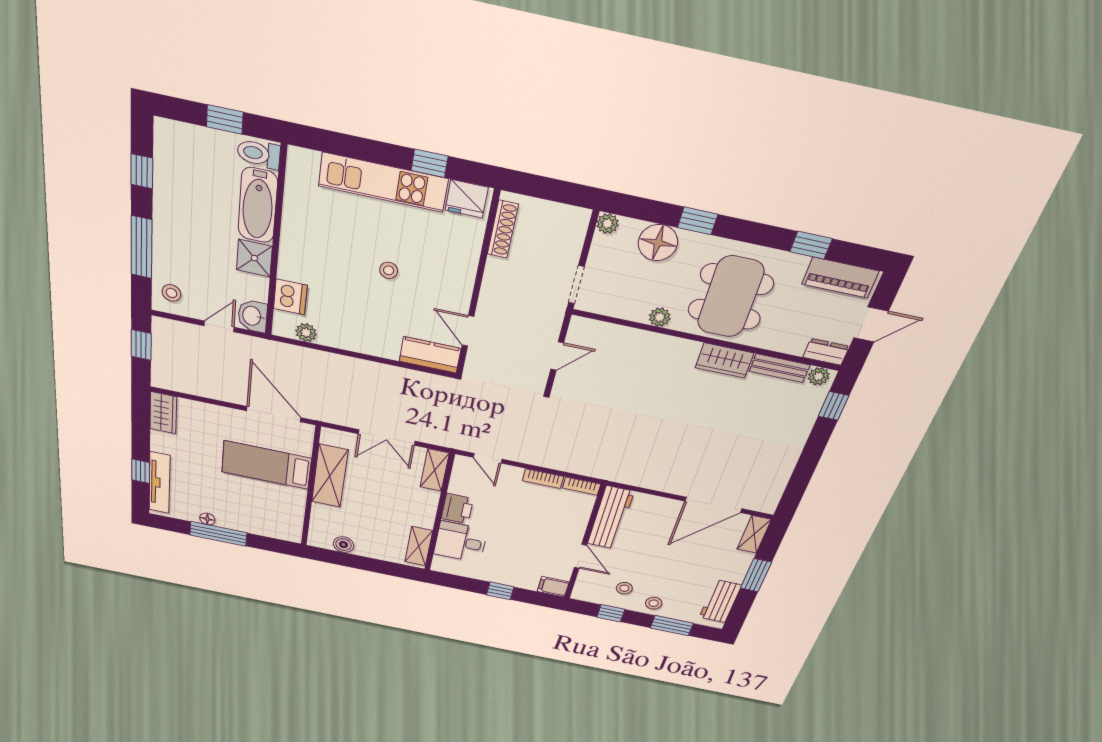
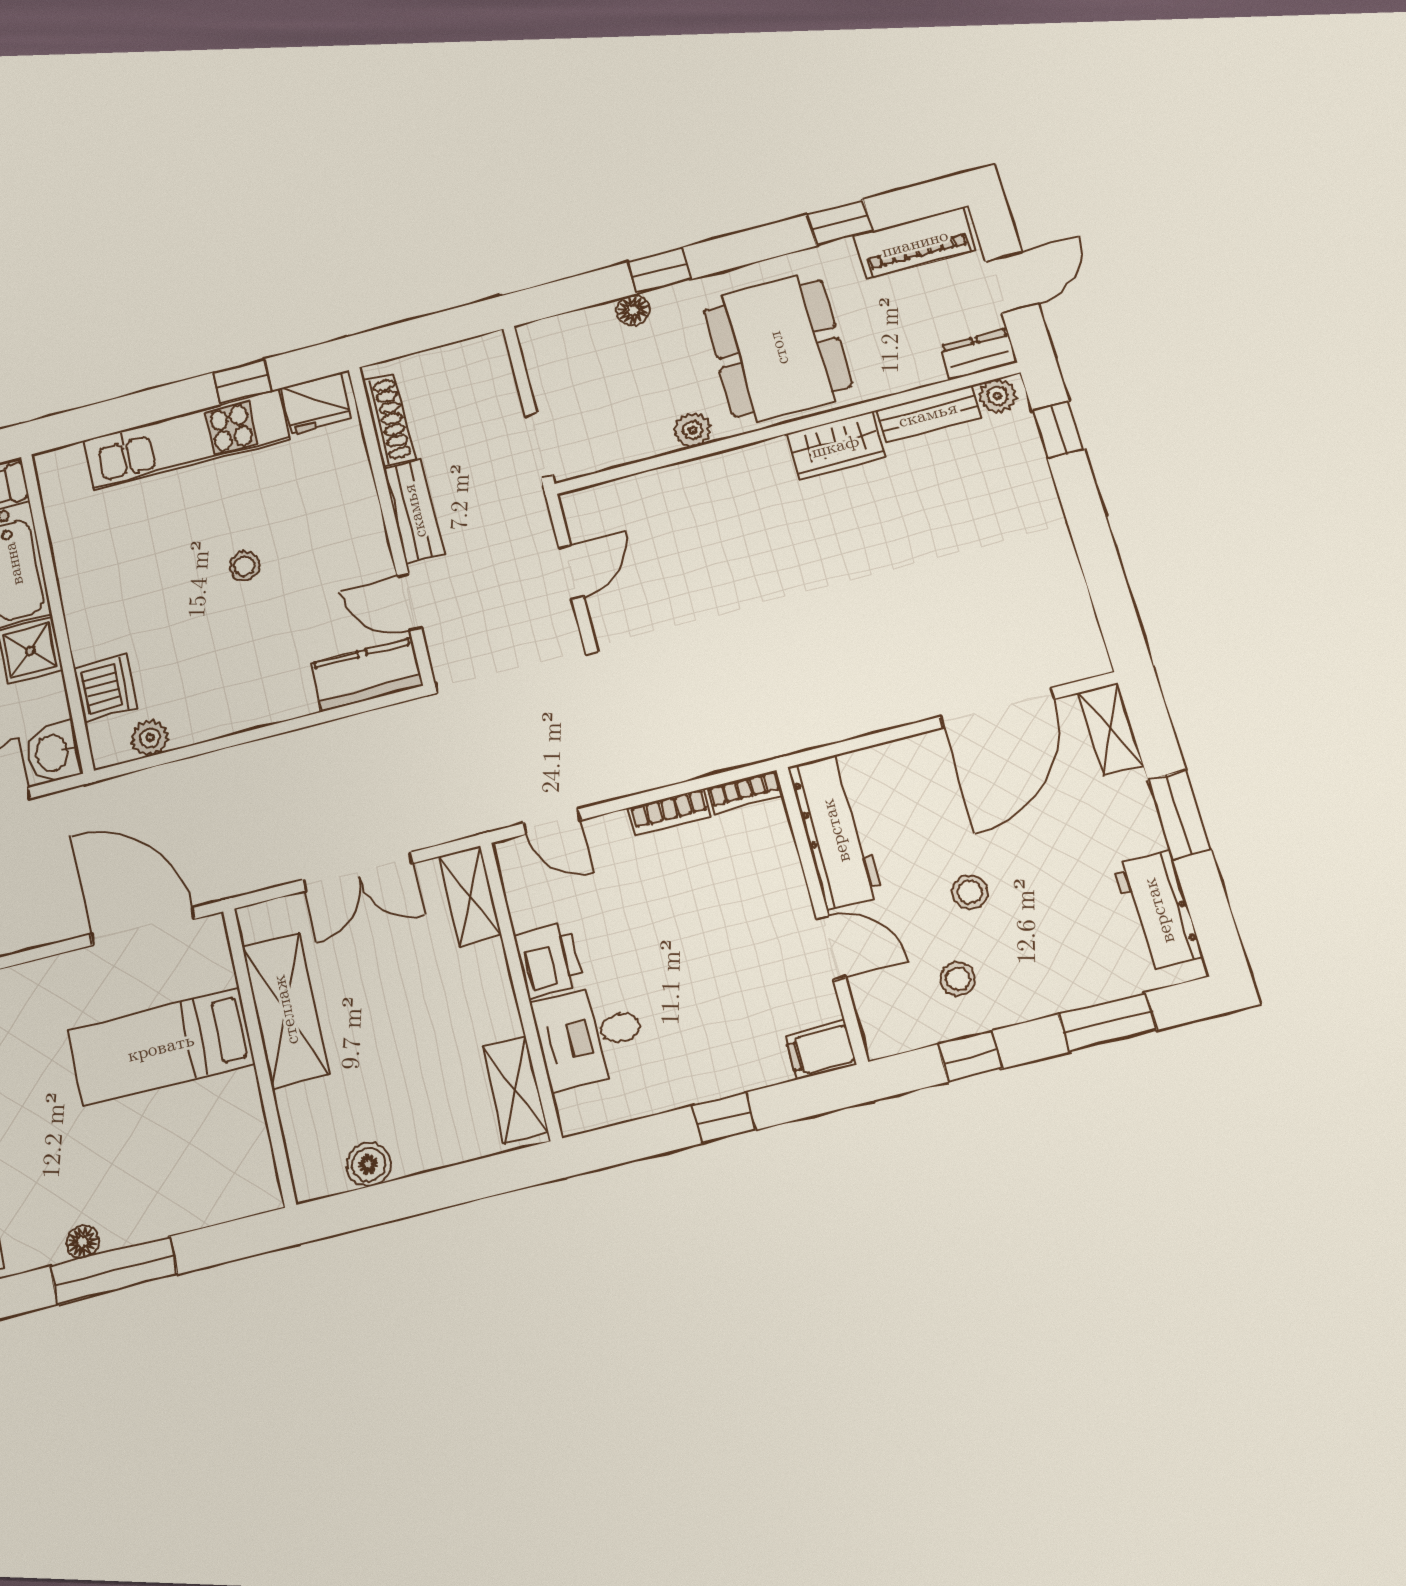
plant: (607, 224) -> (535, 337), removed
floor lamp: (658, 243) -> (633, 310), width x0.53, depth x0.53
bench: (493, 286) -> (414, 511), added
stool: (654, 603) -> (970, 892), moved

